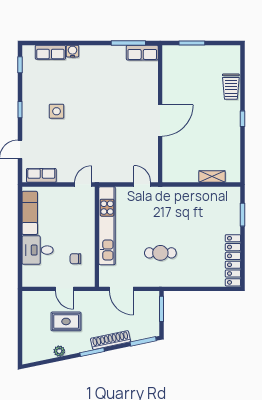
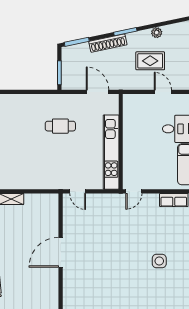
chair: (75, 259) -> (141, 121), removed
door: (64, 289) -> (163, 92), moved

